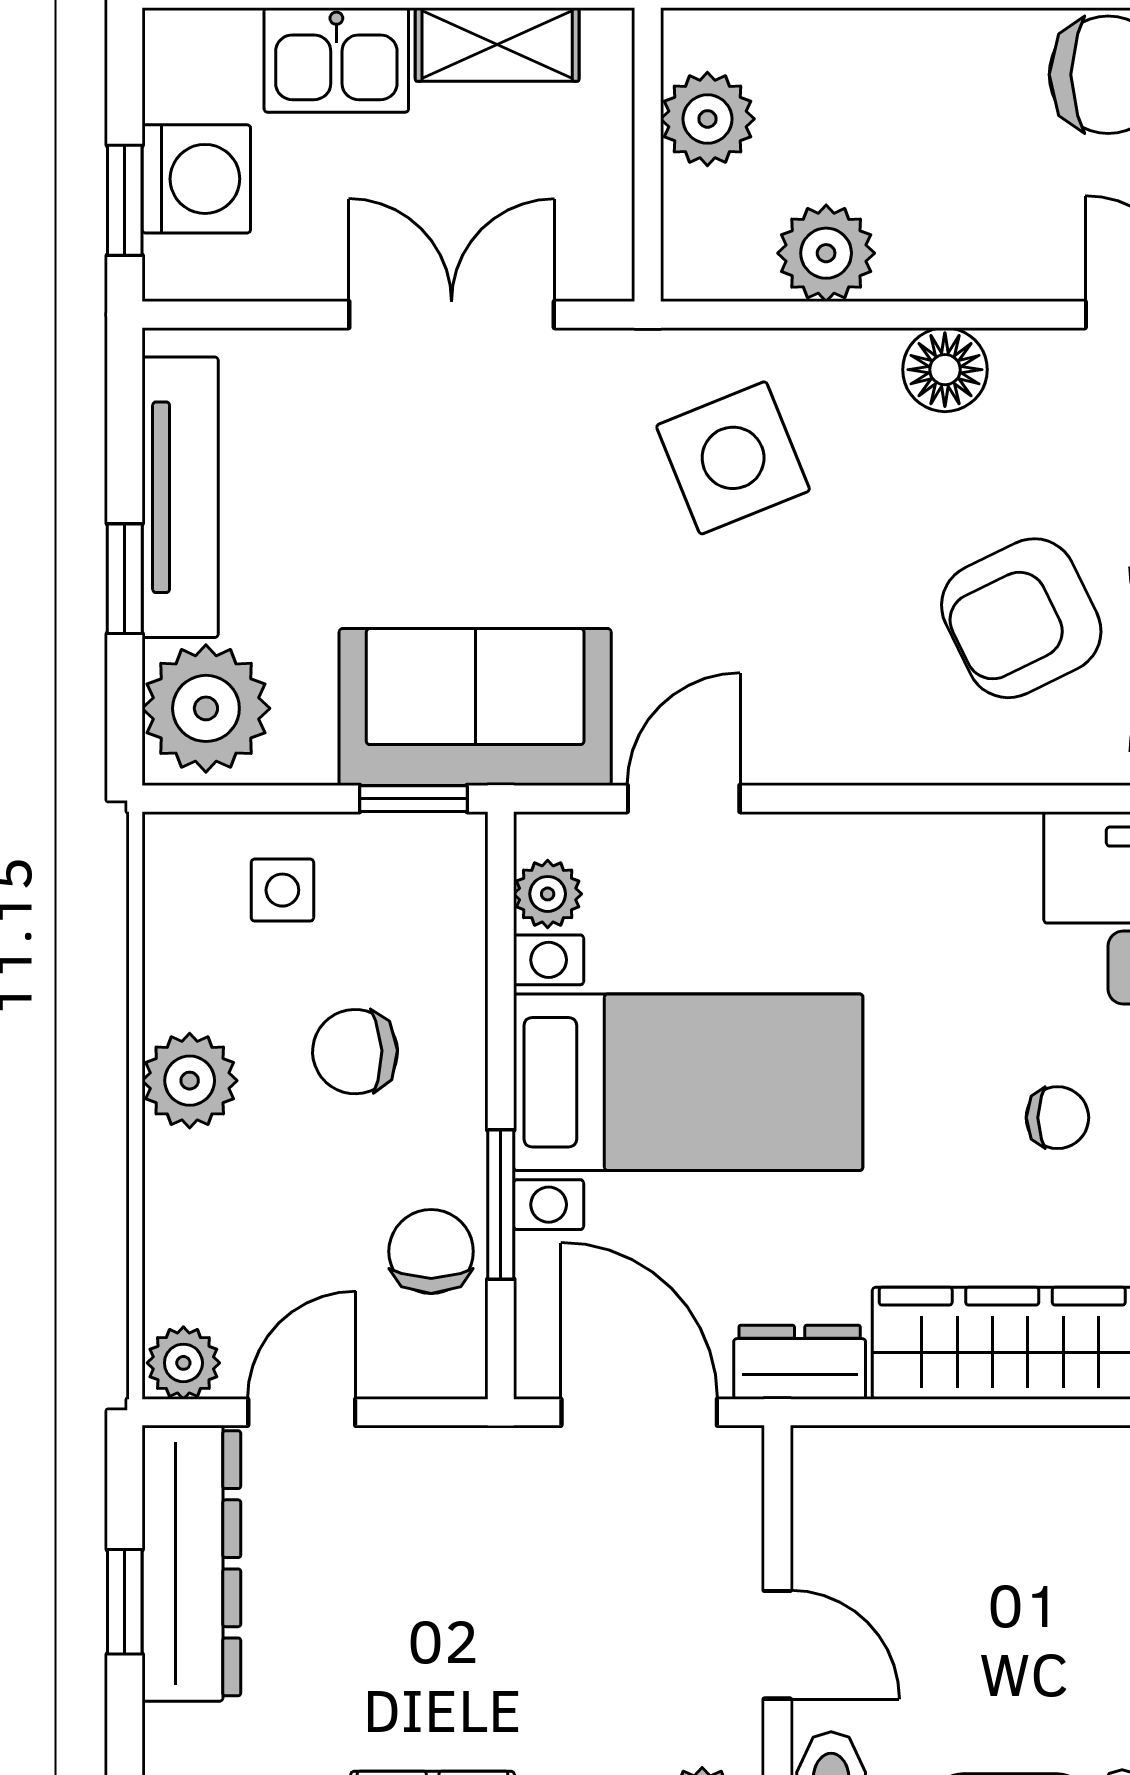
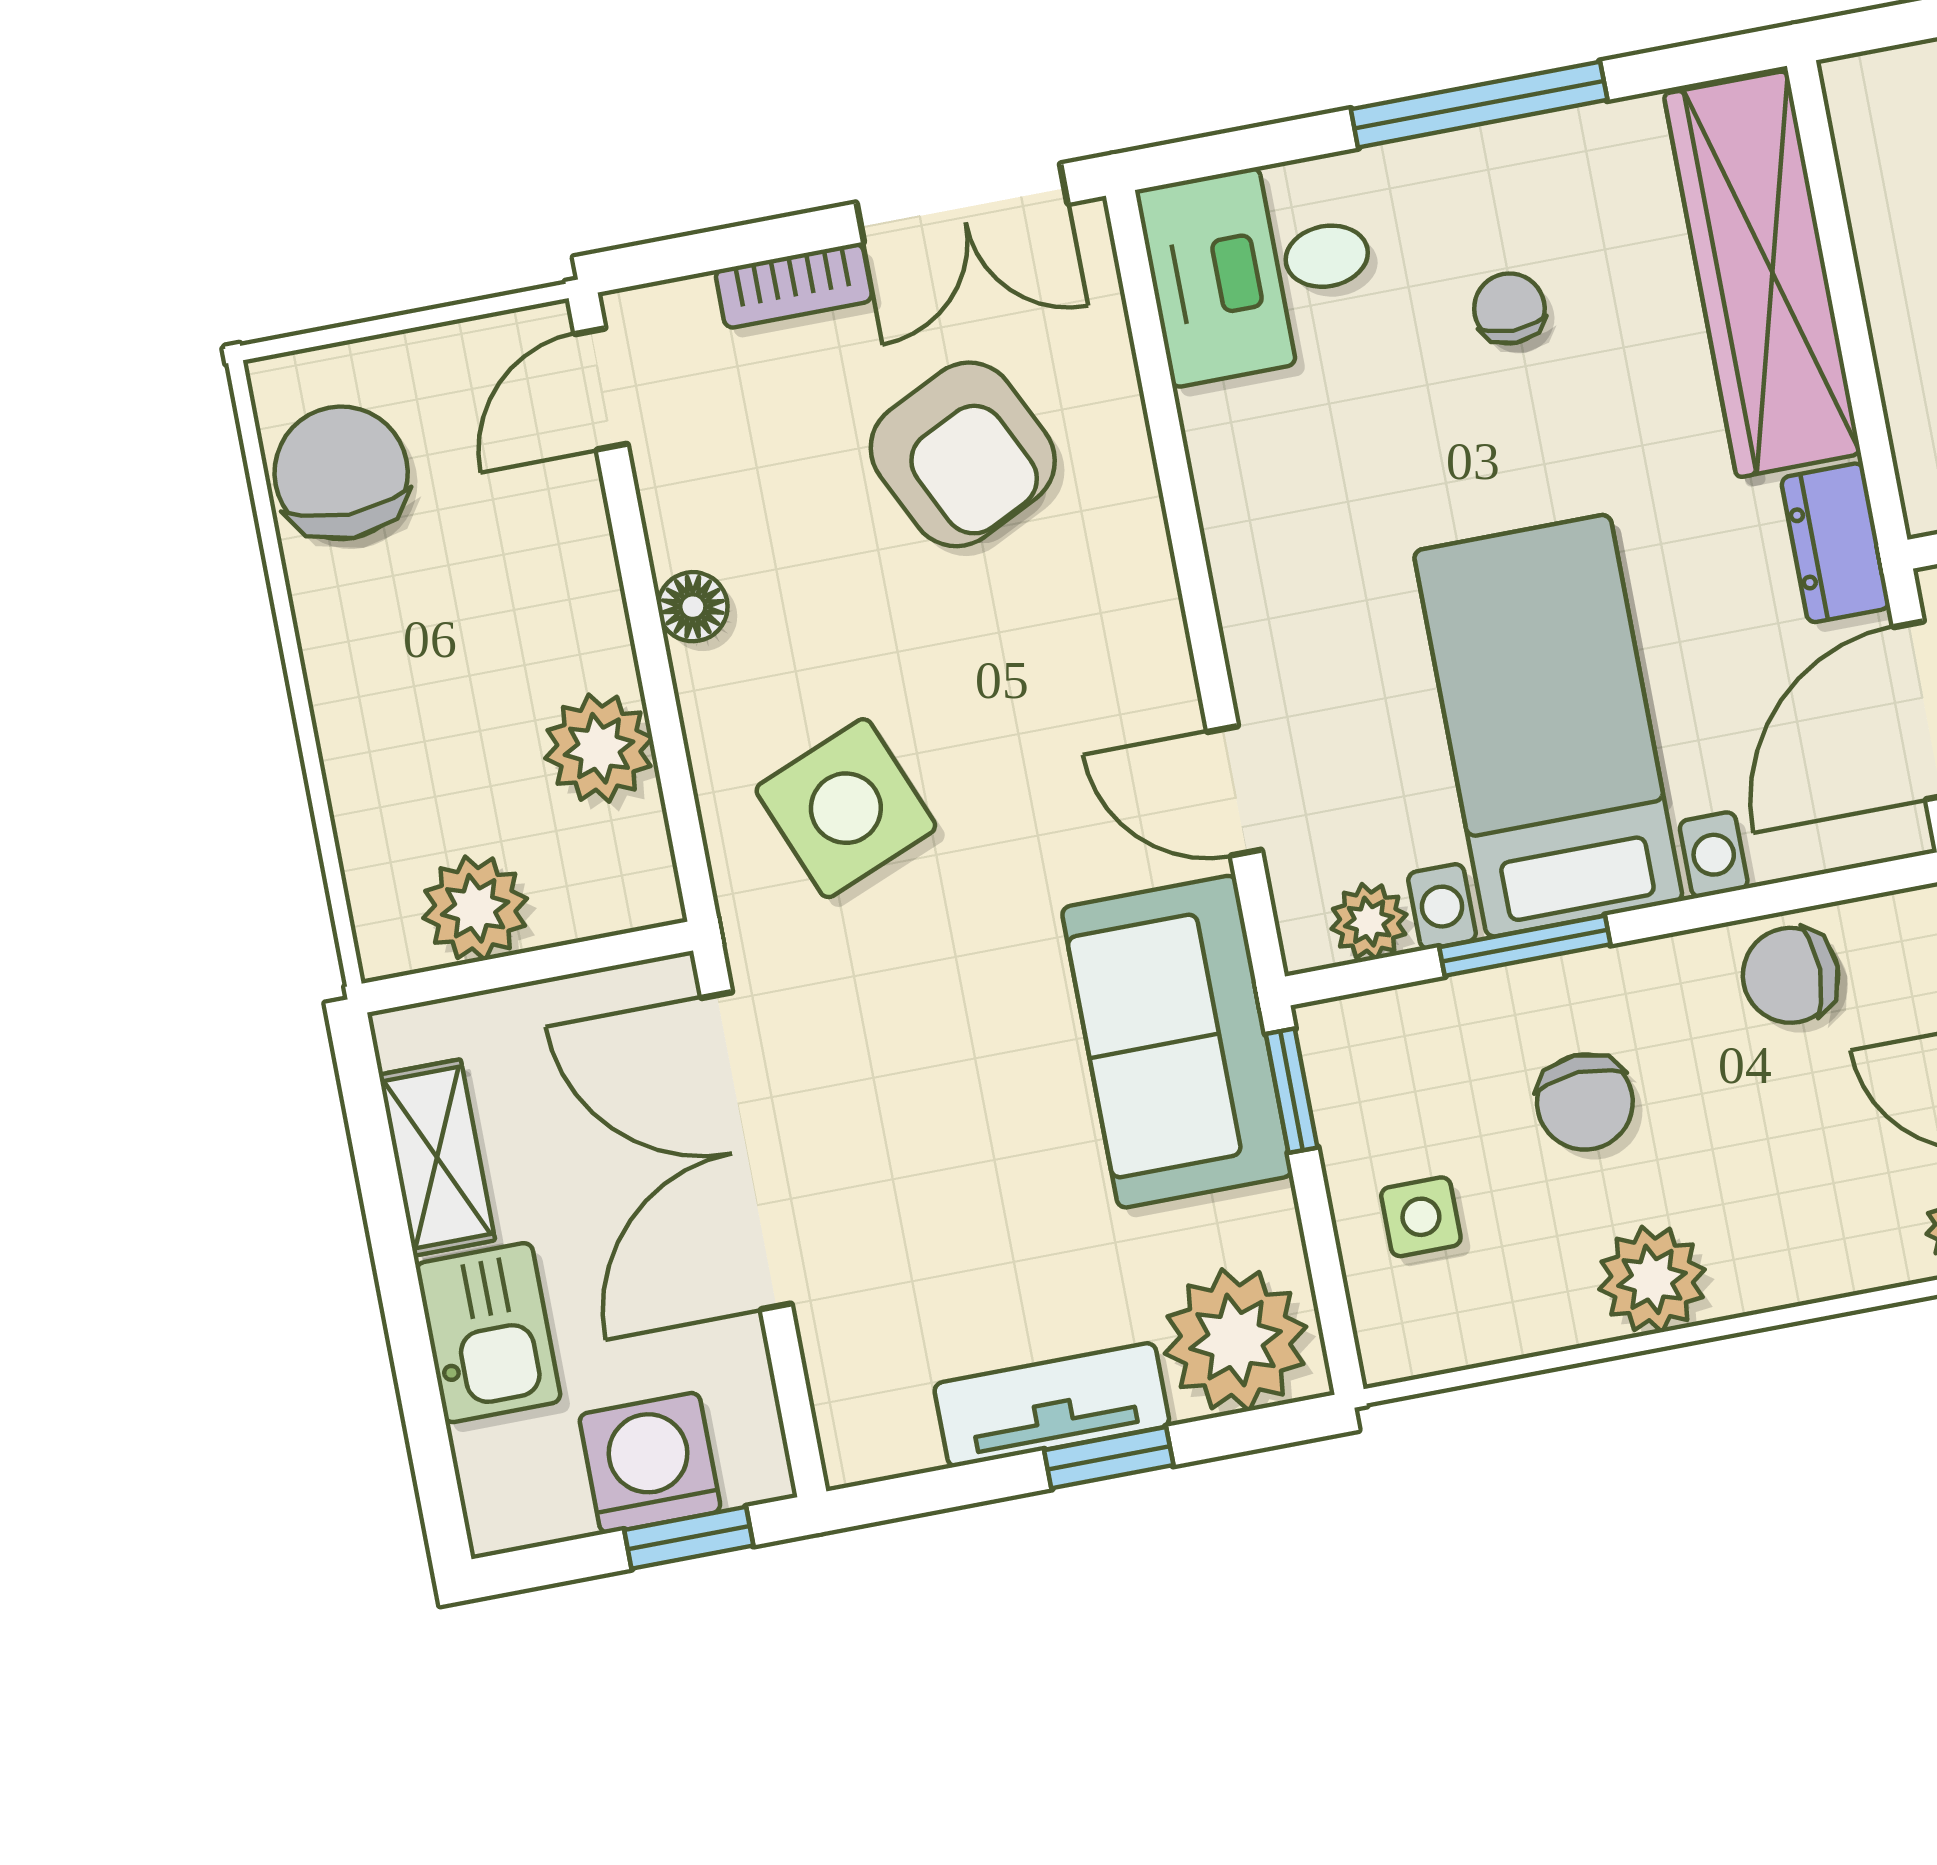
double door: (452, 315) -> (746, 1151), width x1.37
floor lamp: (945, 370) -> (693, 607), width x0.73, depth x0.73
tv unit: (180, 497) -> (1052, 1405), width x0.71
window: (501, 1205) -> (1525, 946), moved

